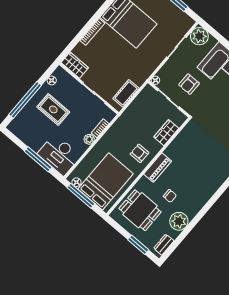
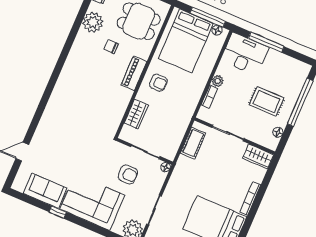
armchair: (189, 84) -> (128, 174), turned 90

